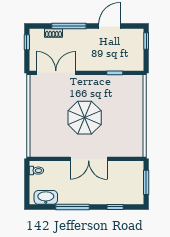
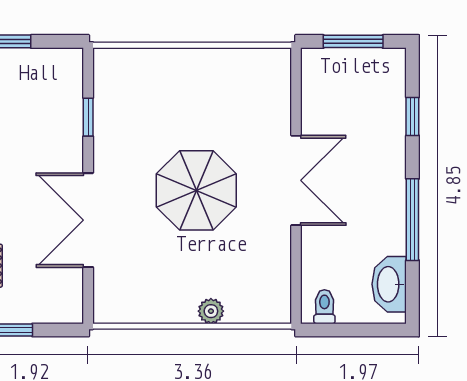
double door: (56, 73) -> (88, 220), moved
plant: (35, 124) -> (211, 311), added

